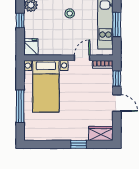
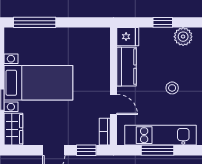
kitchen counter: (54, 48) -> (127, 67), added
bed with nightstands: (46, 86) -> (38, 83), moved, turned 180
window: (20, 106) -> (35, 22), moved

